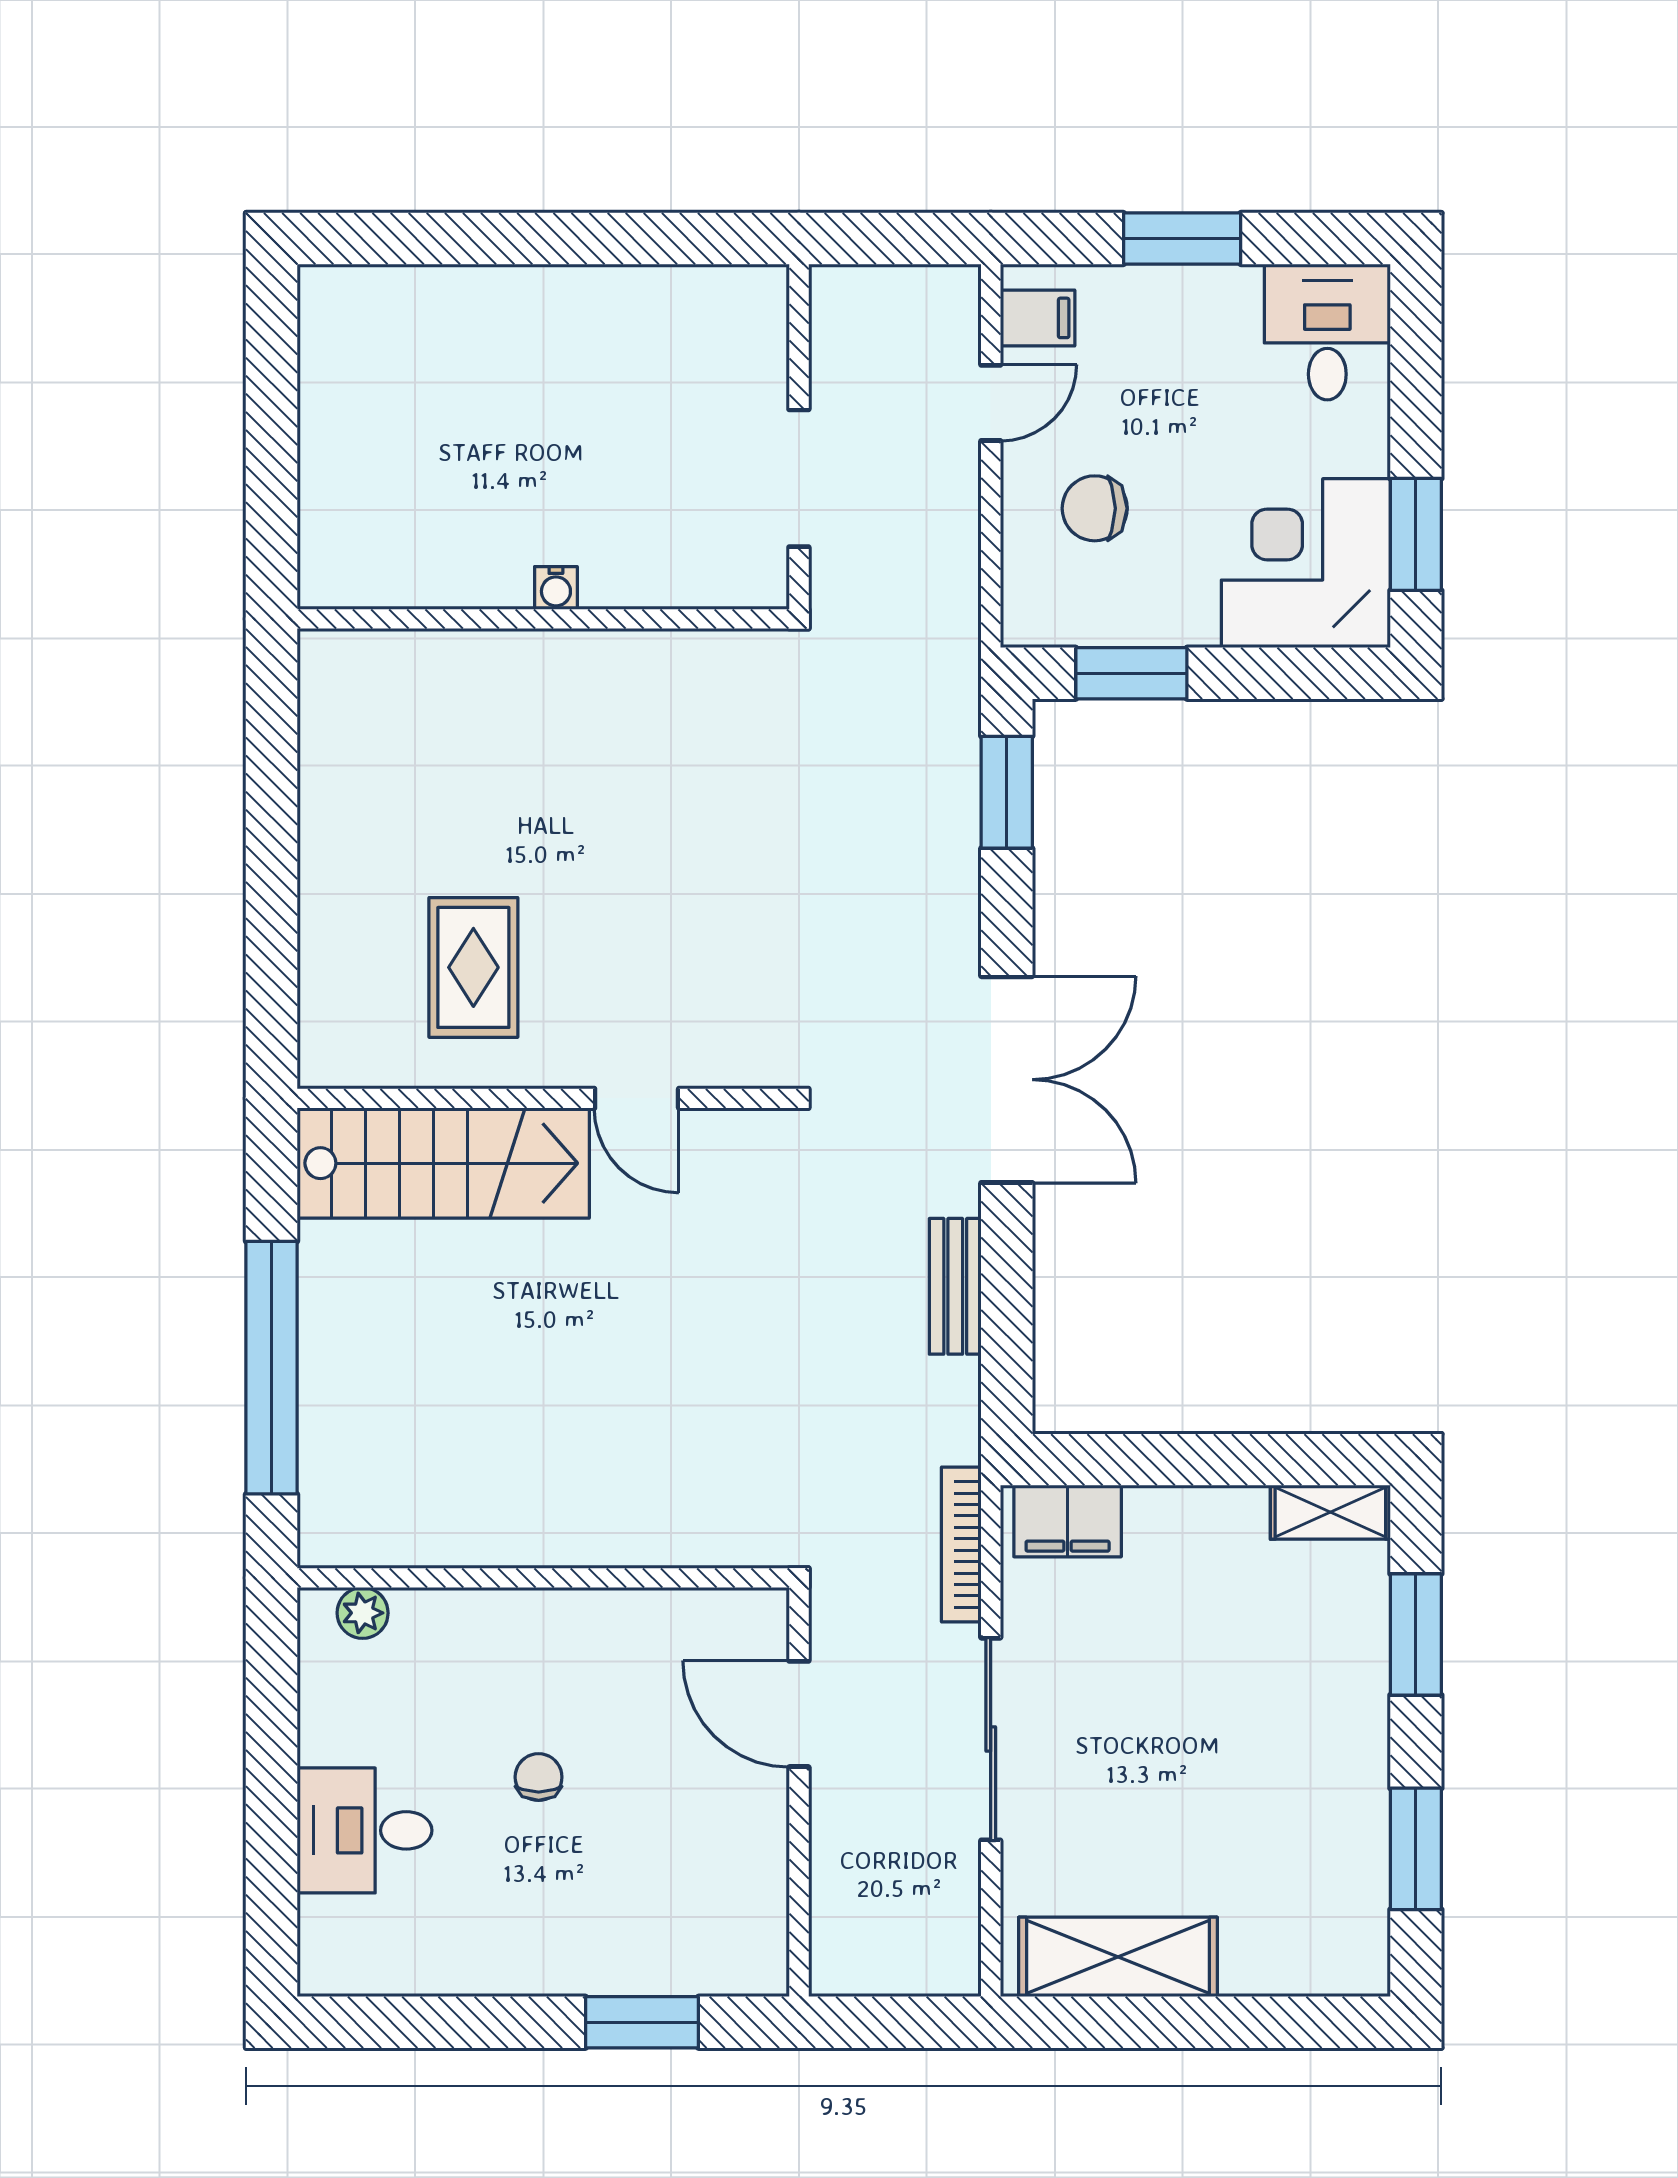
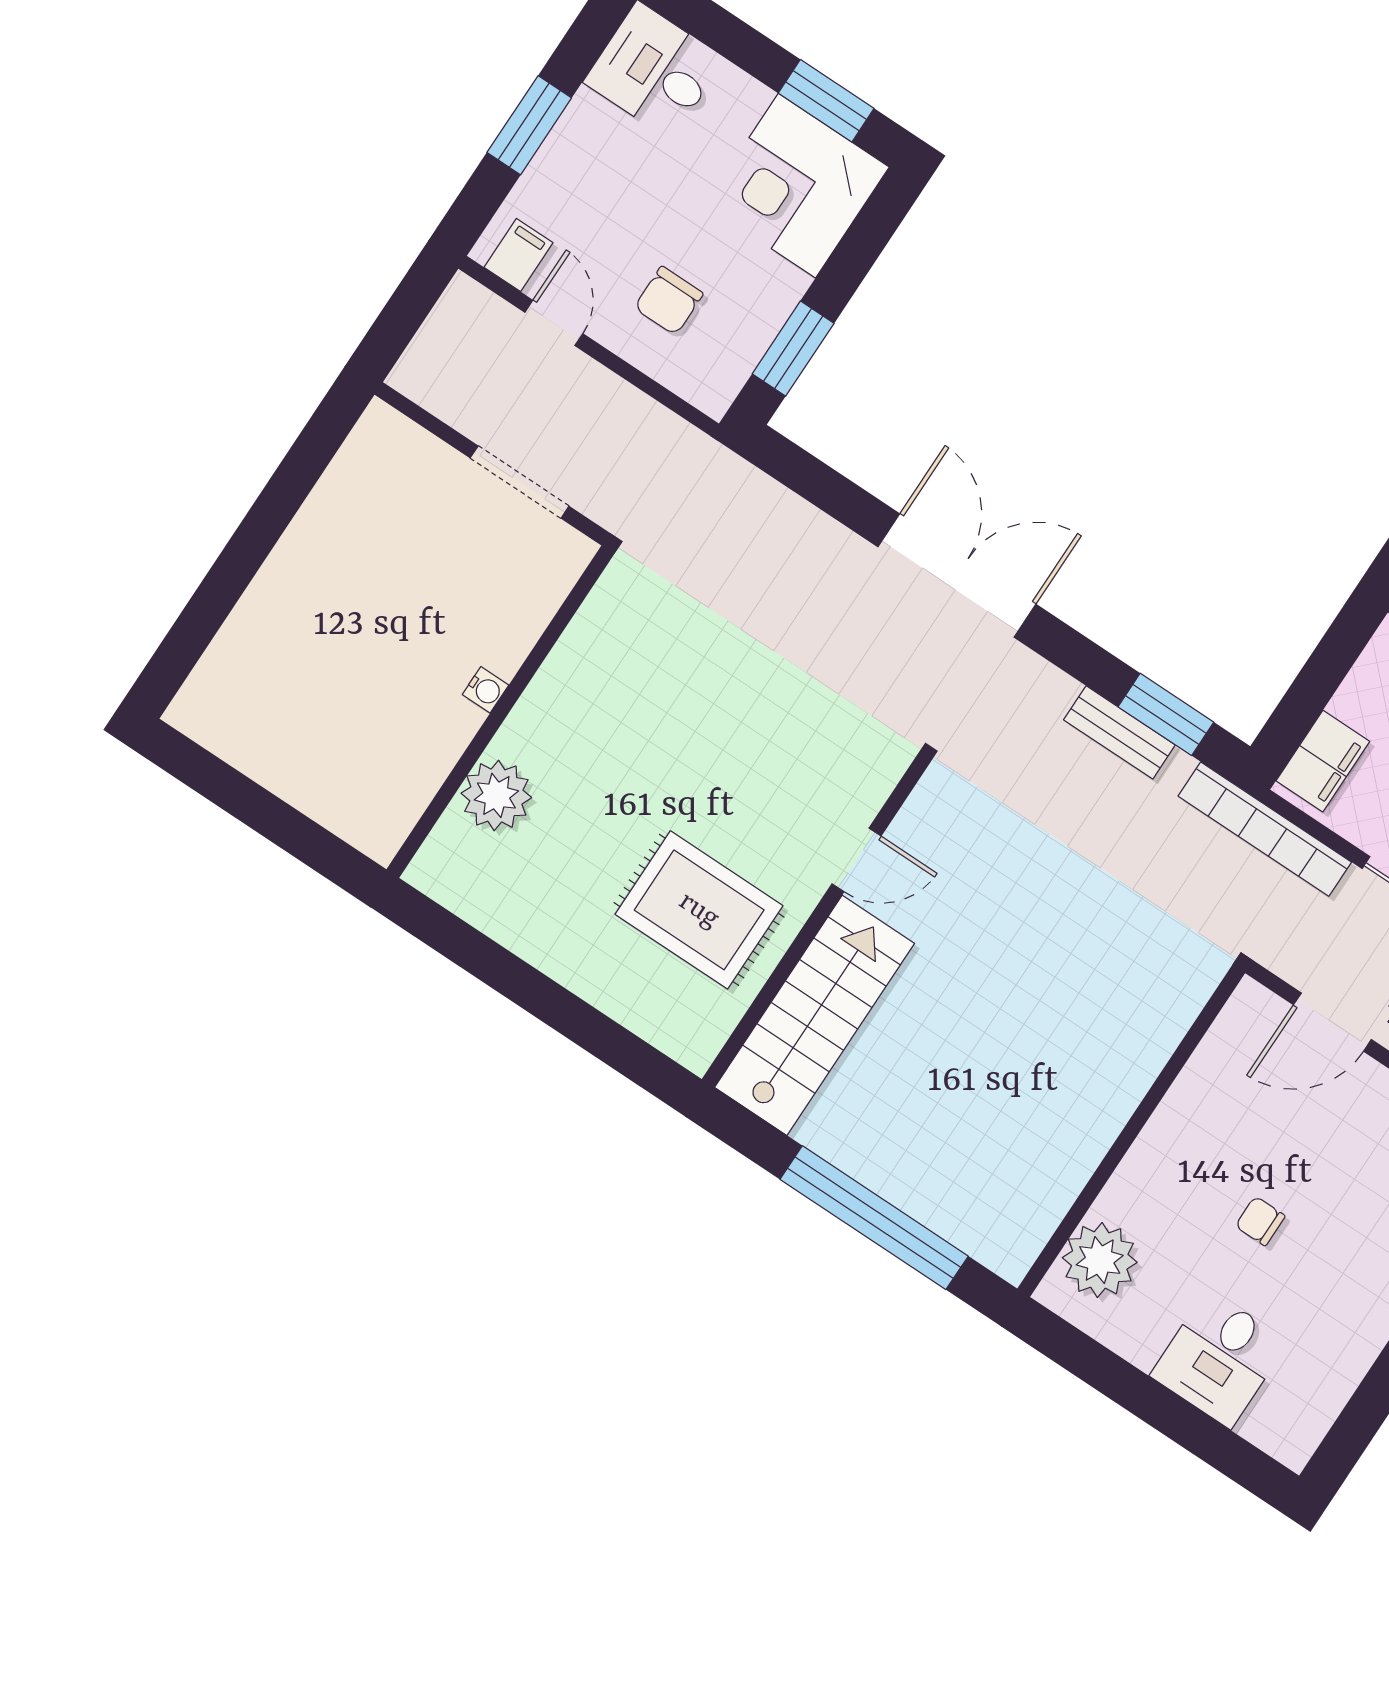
plant: (452, 673) -> (496, 795), added
window: (1007, 792) -> (1166, 714), moved
rug: (473, 967) -> (699, 910), width x1.36, depth x1.43
double door: (1007, 1080) -> (957, 576), moved
bookcase: (961, 1545) -> (1265, 829), width x1.48, depth x1.31
plant: (363, 1613) -> (1100, 1260), width x1.87, depth x1.87

